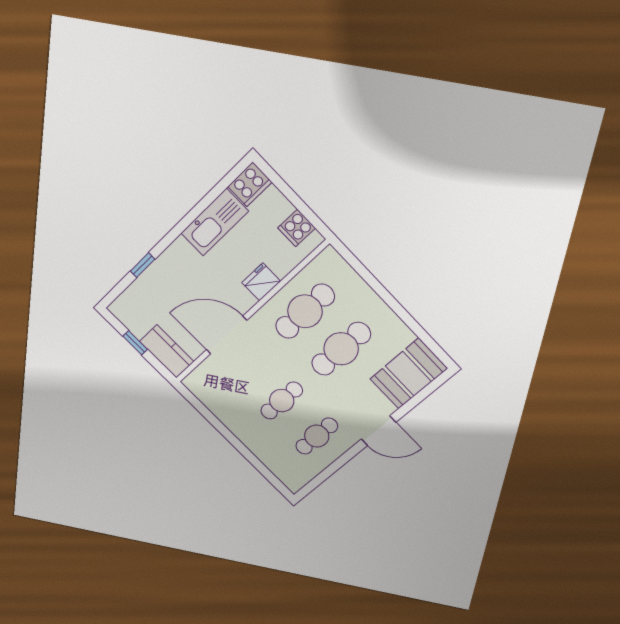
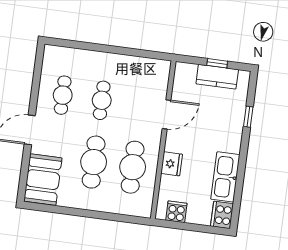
door: (227, 335) -> (167, 114), width x0.73
kitchen counter: (167, 352) -> (217, 77), moved

